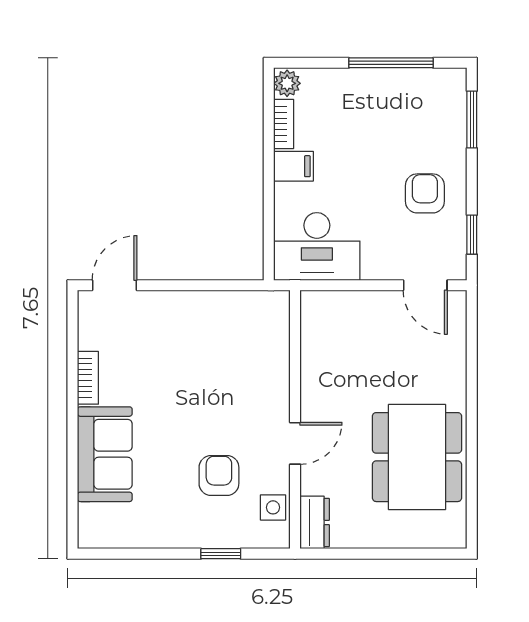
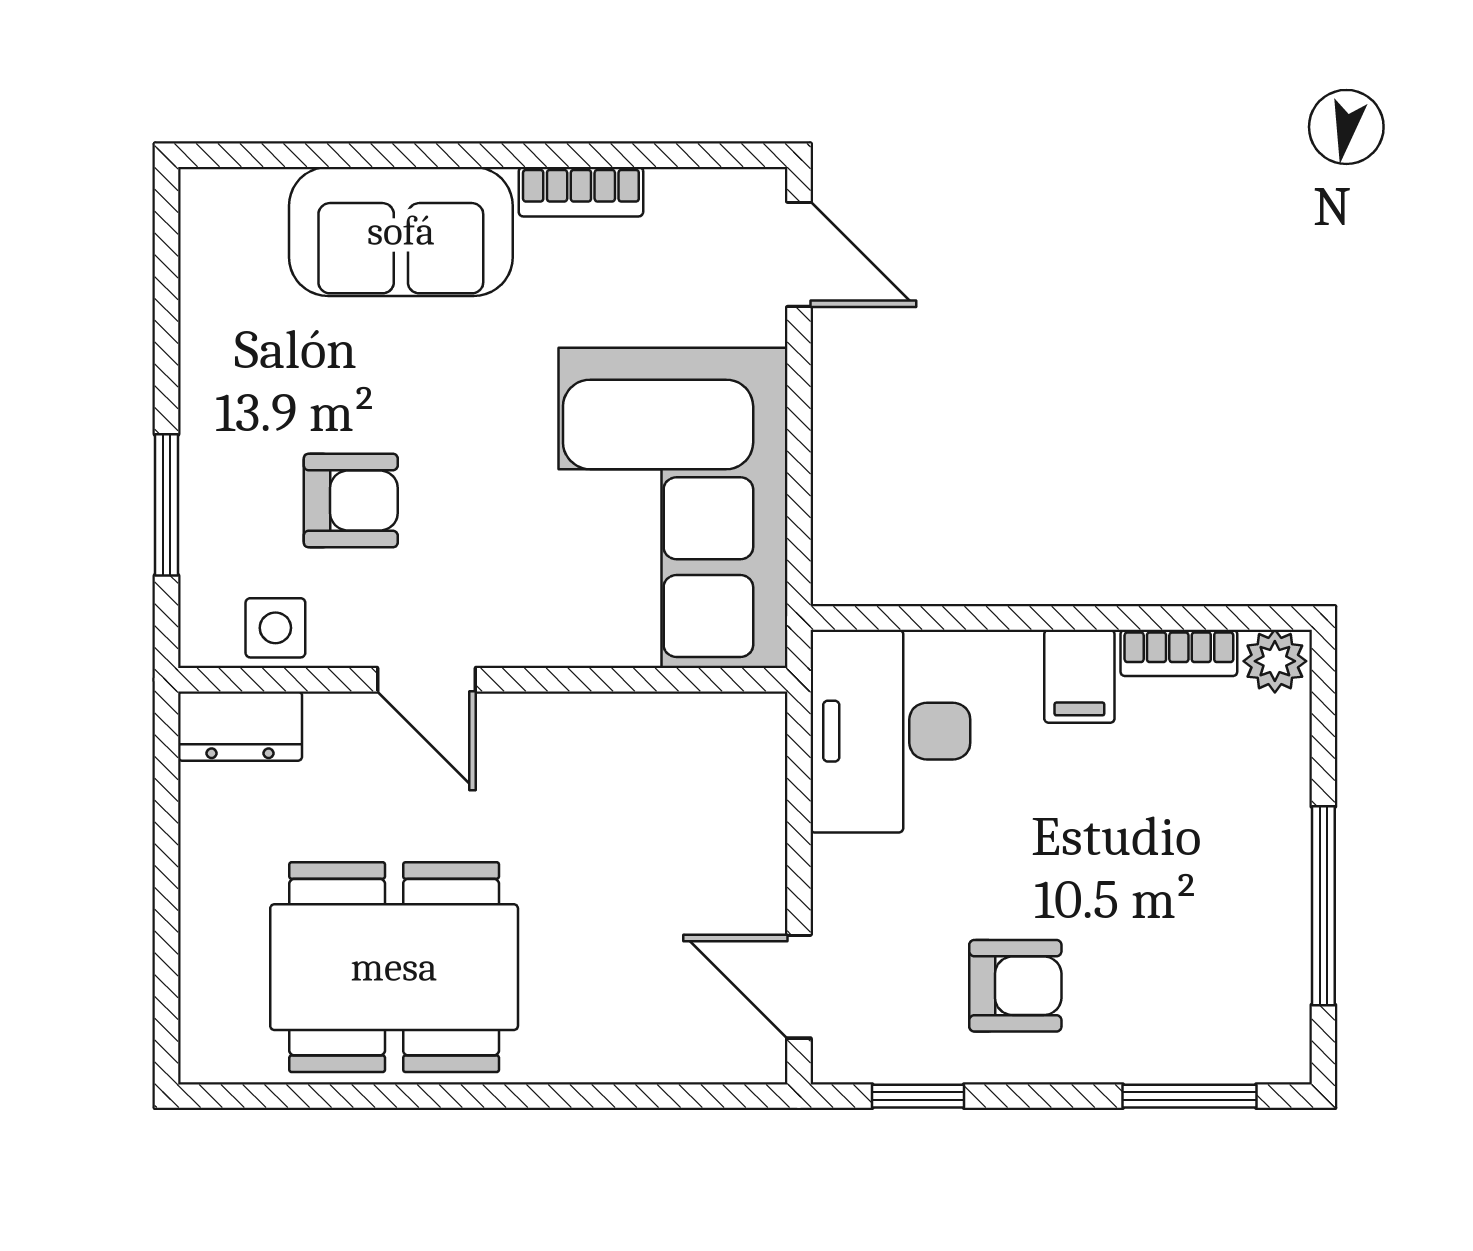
door: (425, 285) -> (799, 987), hinge flipped
corner sofa: (222, 339) -> (673, 508), added
window: (221, 554) -> (167, 505), width x1.50

